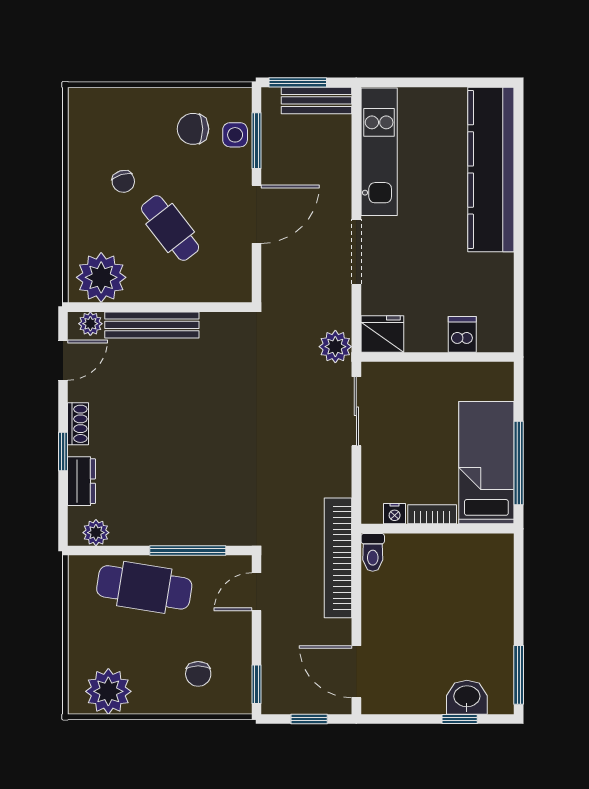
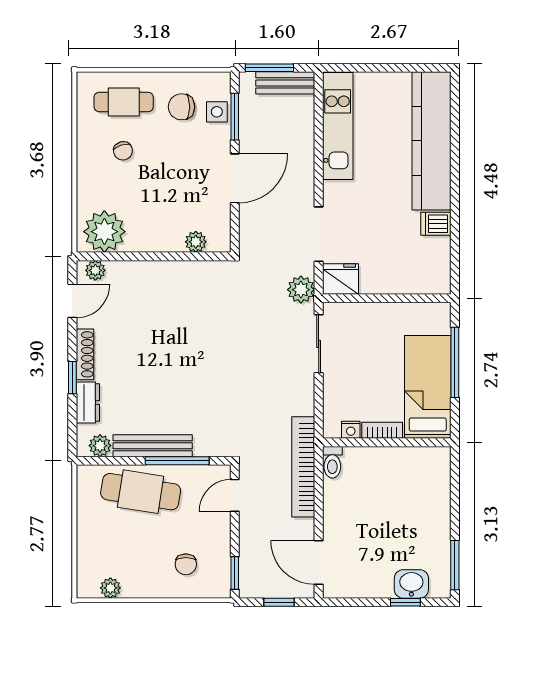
cafe table: (170, 228) -> (124, 102), moved, turned -52
doorway: (356, 252) -> (319, 234), moved
plant: (210, 290) -> (196, 242), added
bench: (152, 325) -> (153, 446), moved
dishwasher: (462, 334) -> (436, 224), moved, turned -90
shoe rack: (78, 424) -> (85, 354), width x1.43
window: (519, 463) -> (455, 362), moved
plant: (108, 691) -> (110, 588), width x0.53, depth x0.53

